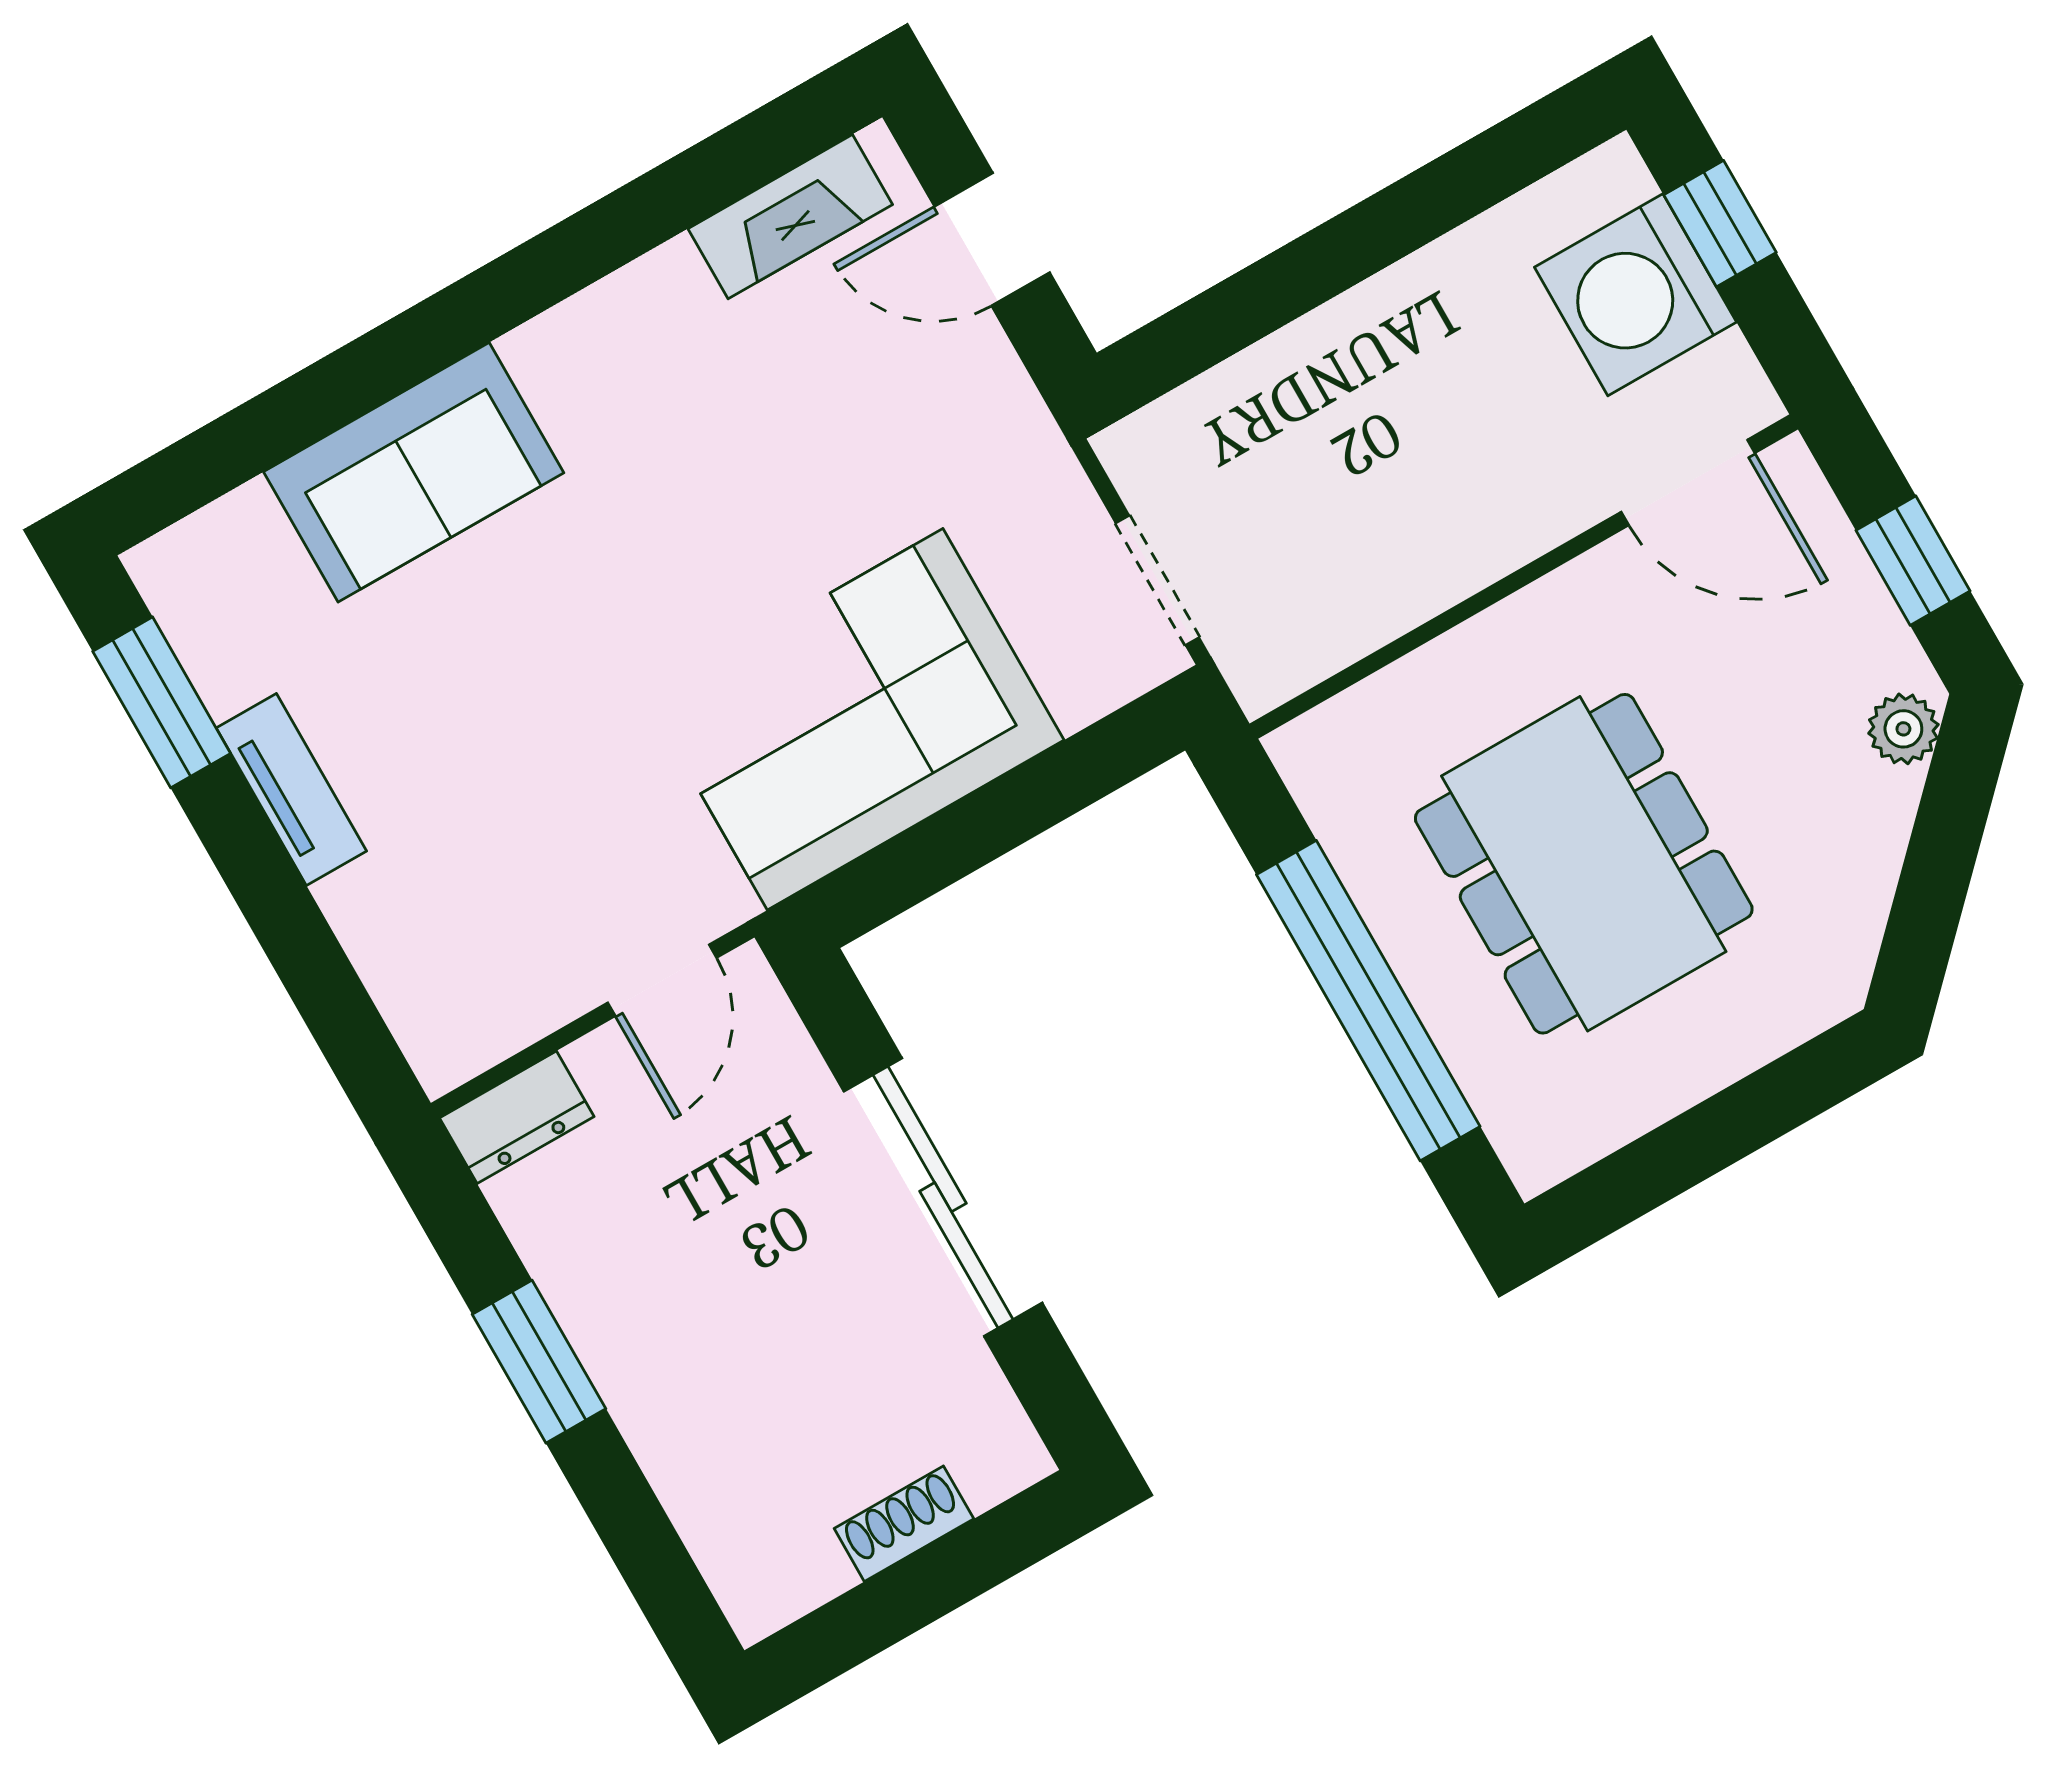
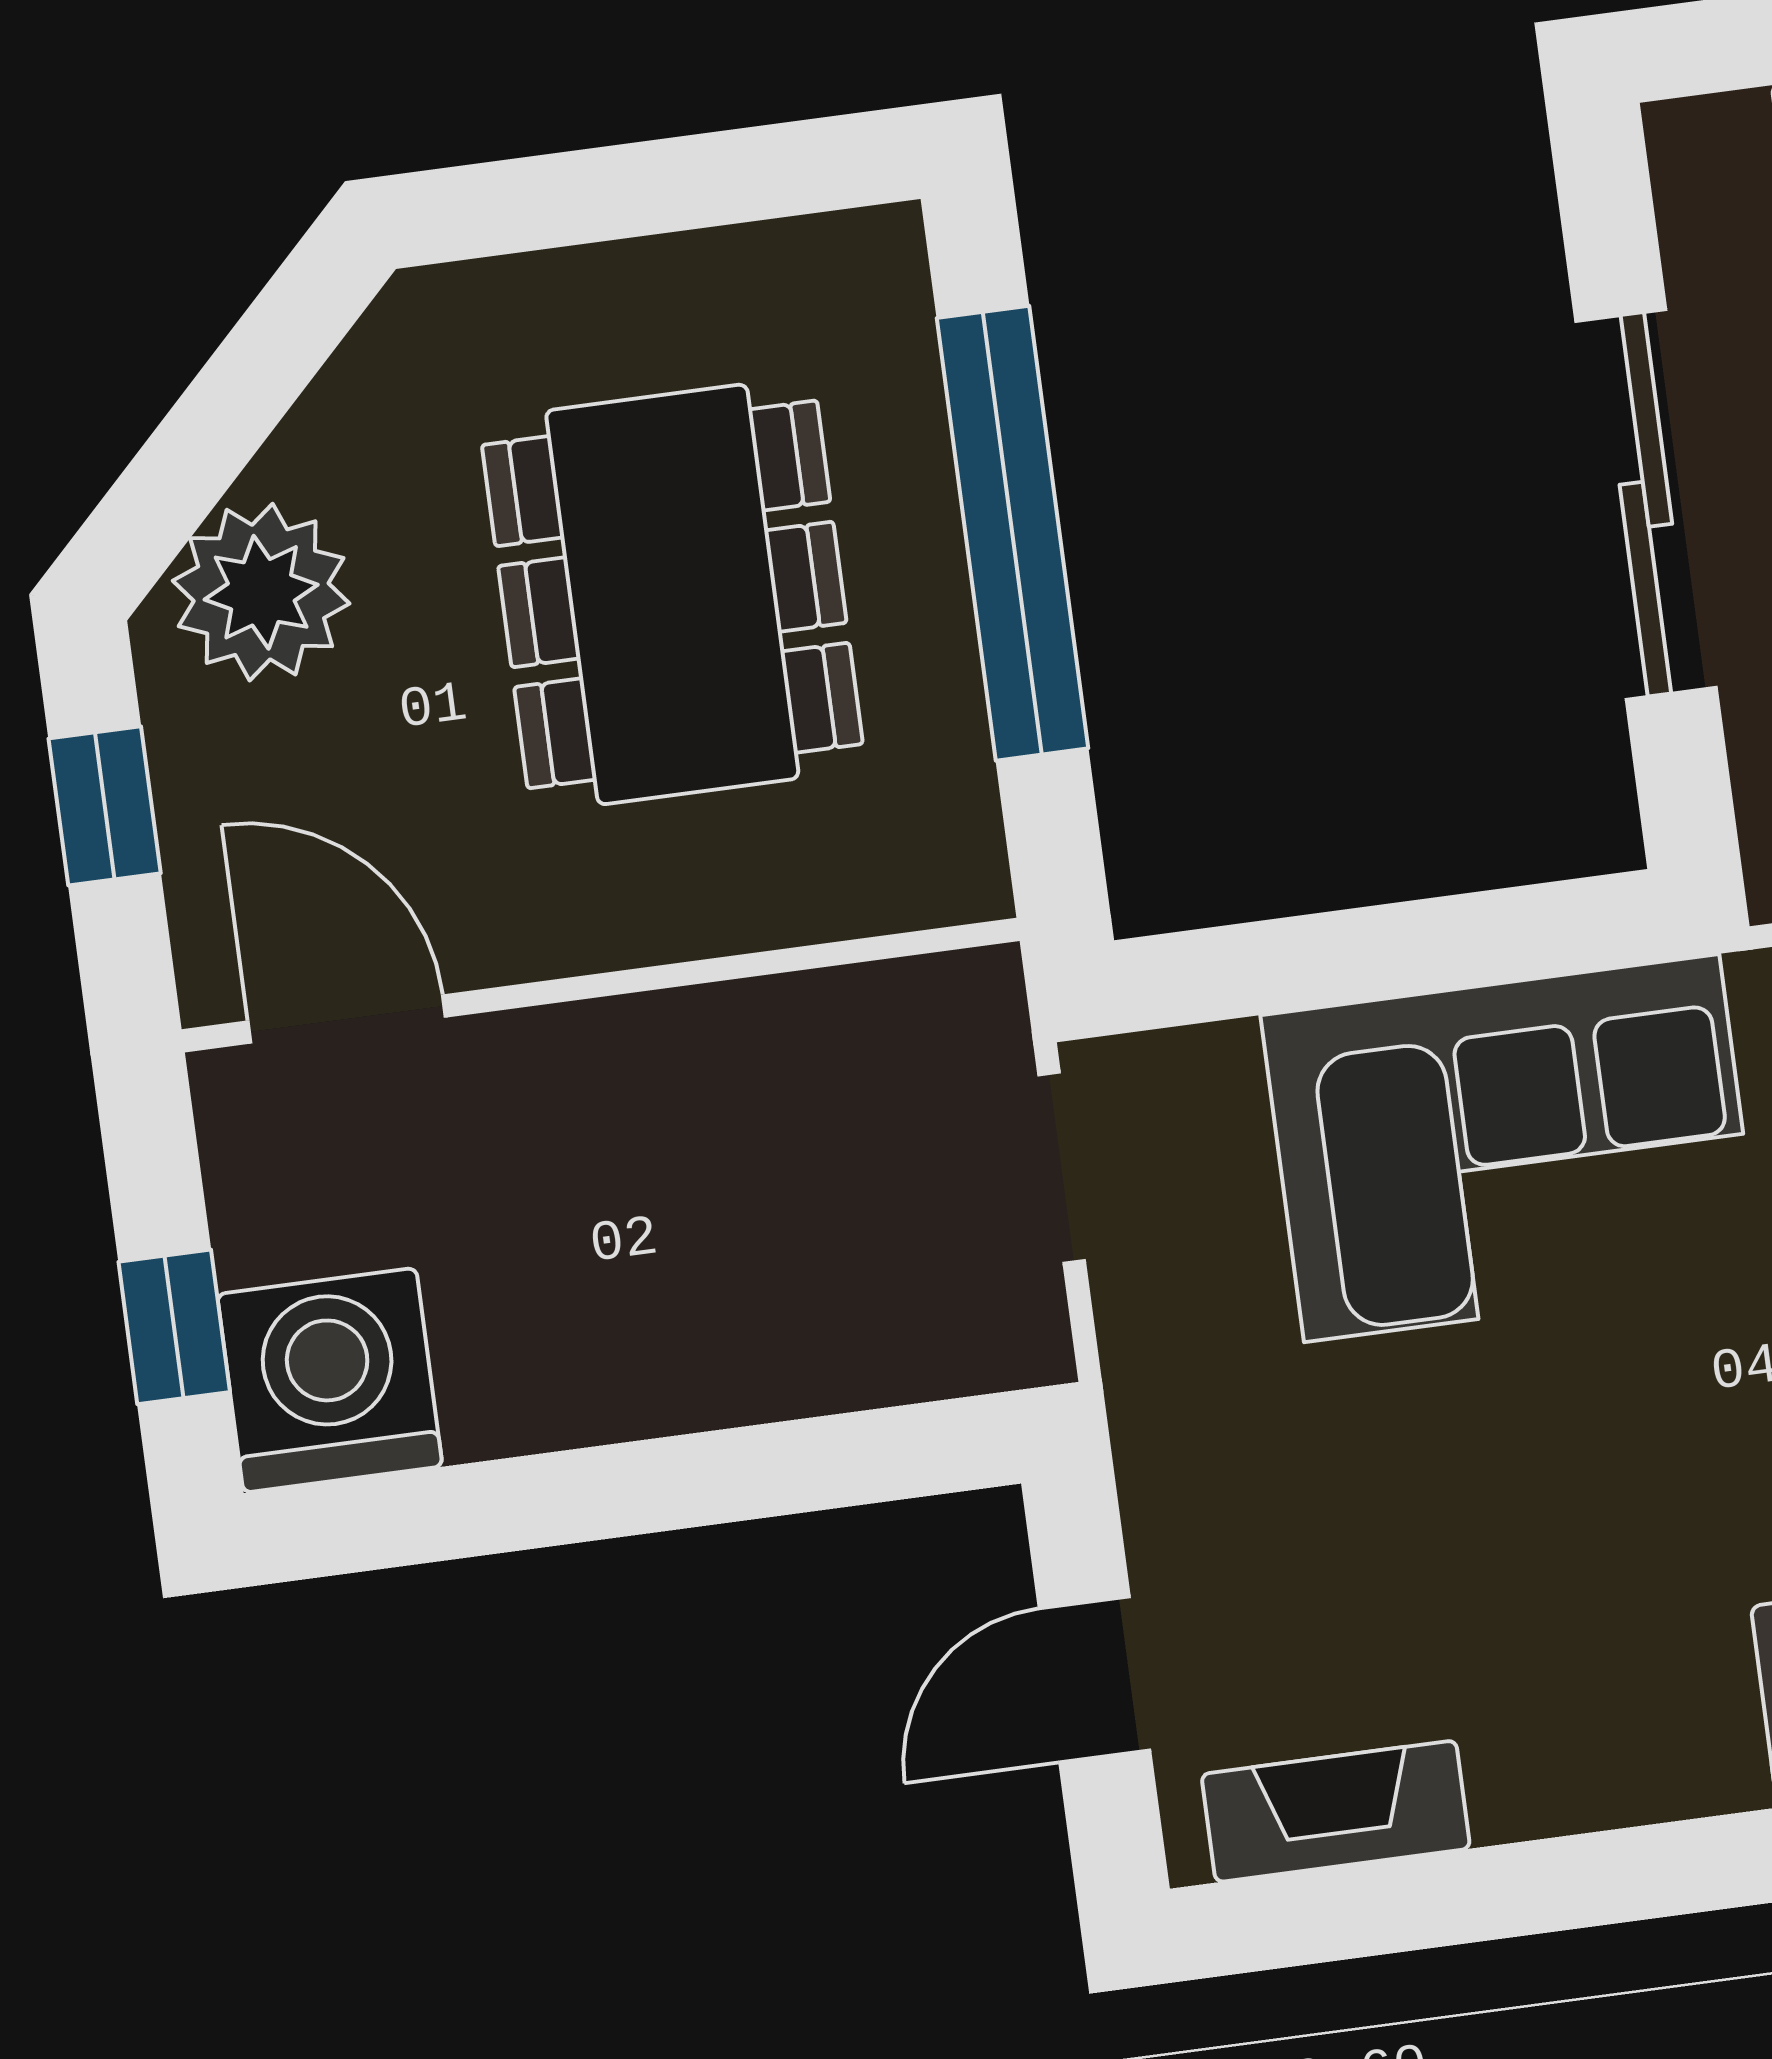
door: (992, 239) -> (1095, 1680), swing flipped
washing machine: (1635, 295) -> (330, 1380), moved, turned -90
plant: (1903, 729) -> (261, 592), width x1.87, depth x1.87

